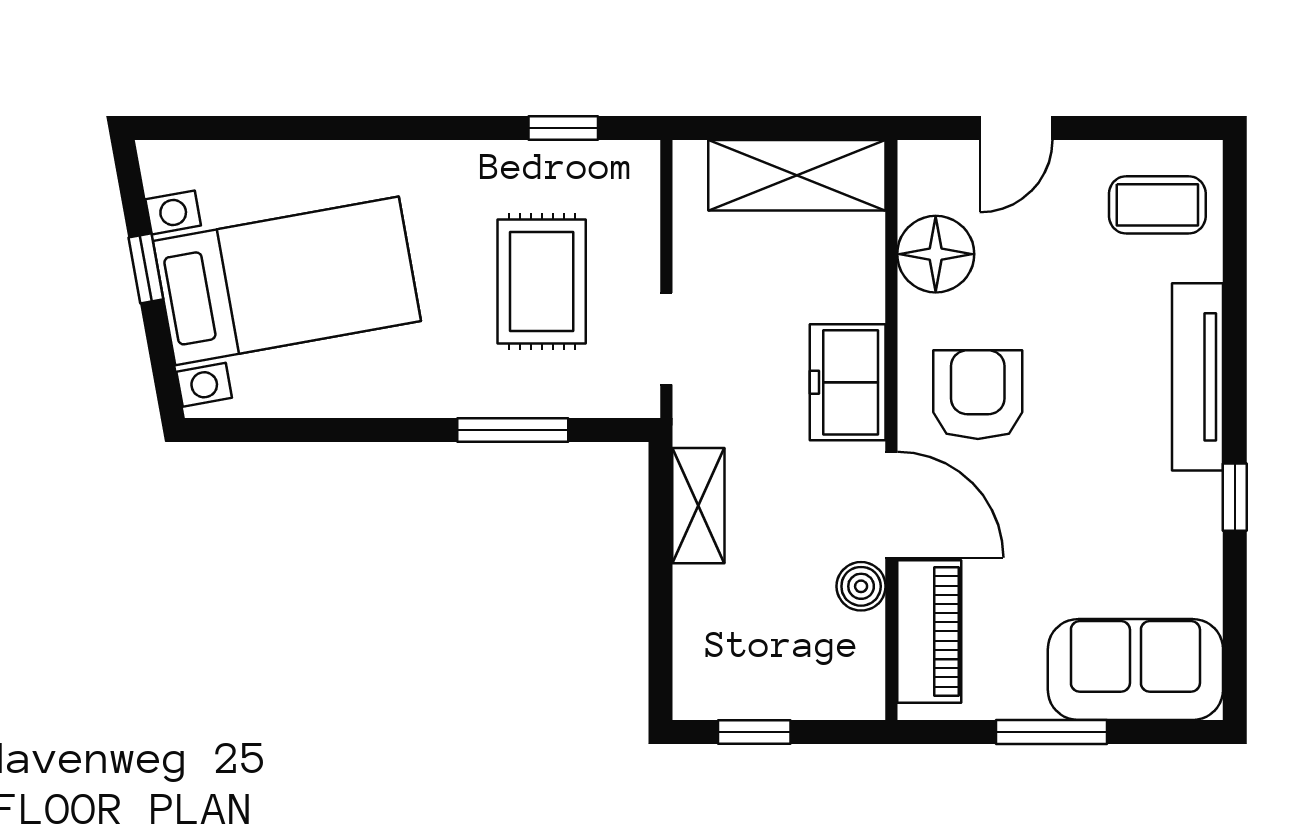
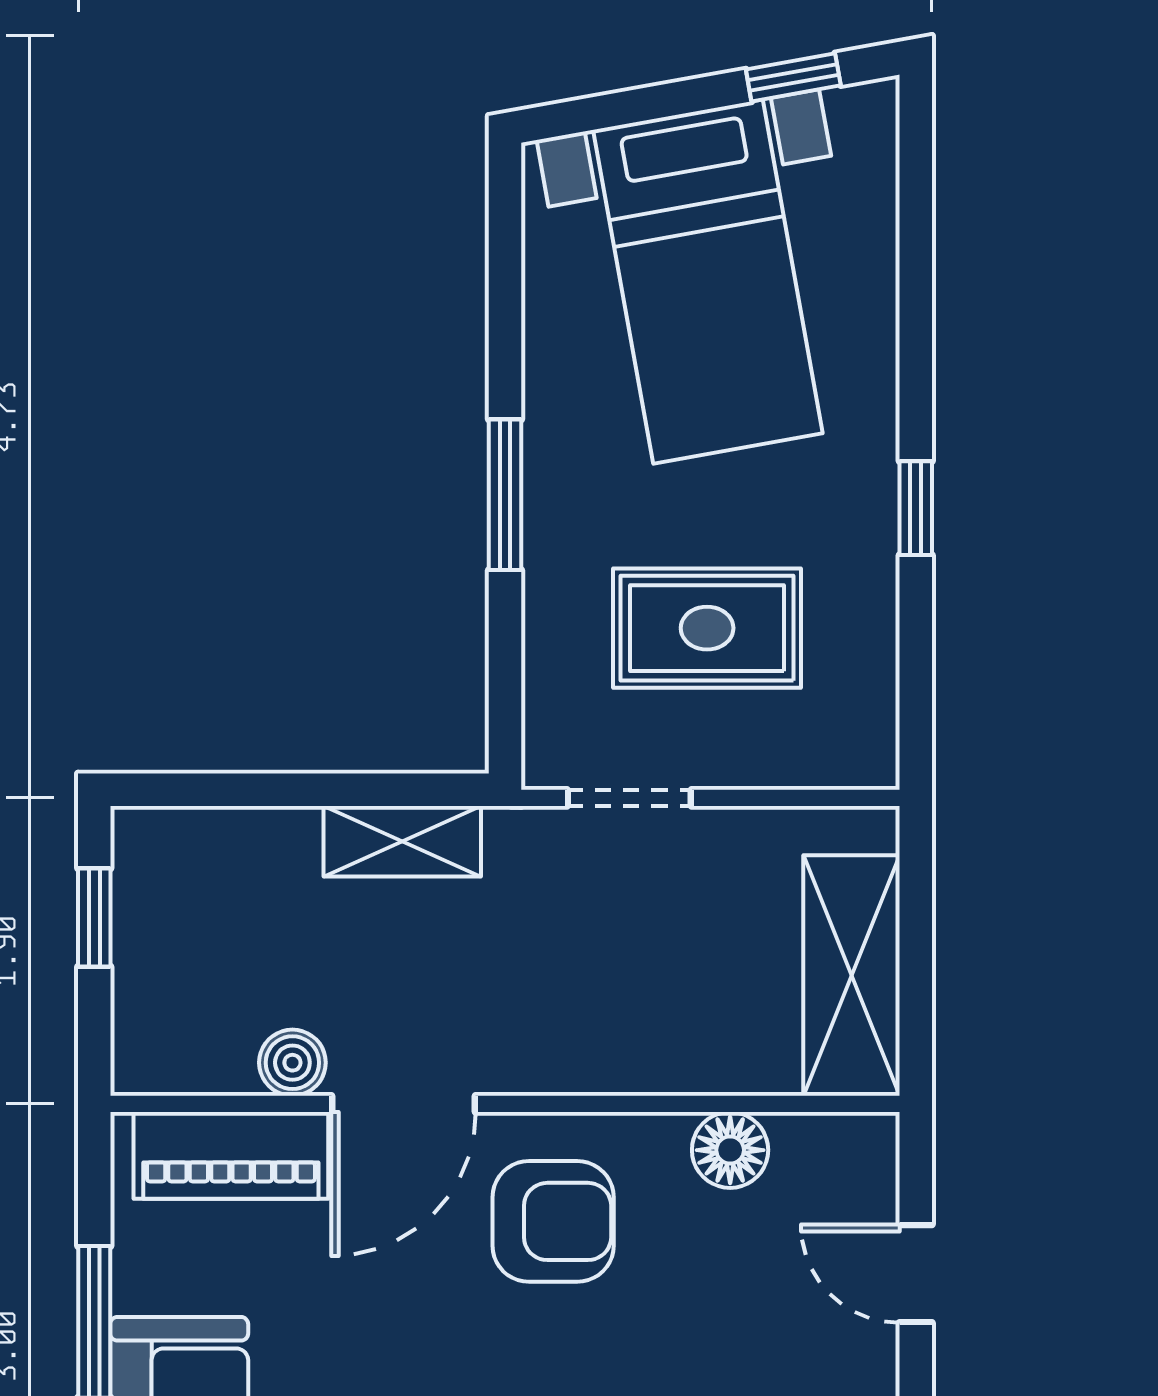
window: (563, 128) -> (916, 508), moved
floor lamp: (936, 254) -> (730, 1150), width x0.73, depth x0.73
window: (146, 268) -> (793, 77), moved
freezer: (848, 382) -> (570, 1044), removed
window: (513, 430) -> (505, 495), moved

